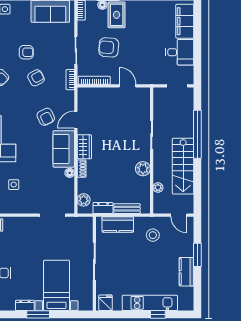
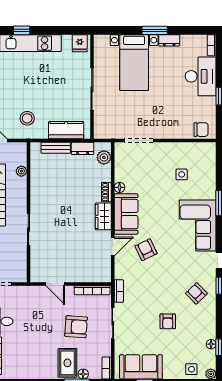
armchair: (26, 52) -> (168, 321), turned -90
armchair: (36, 78) -> (157, 293), removed
plant: (143, 169) -> (38, 192), removed

